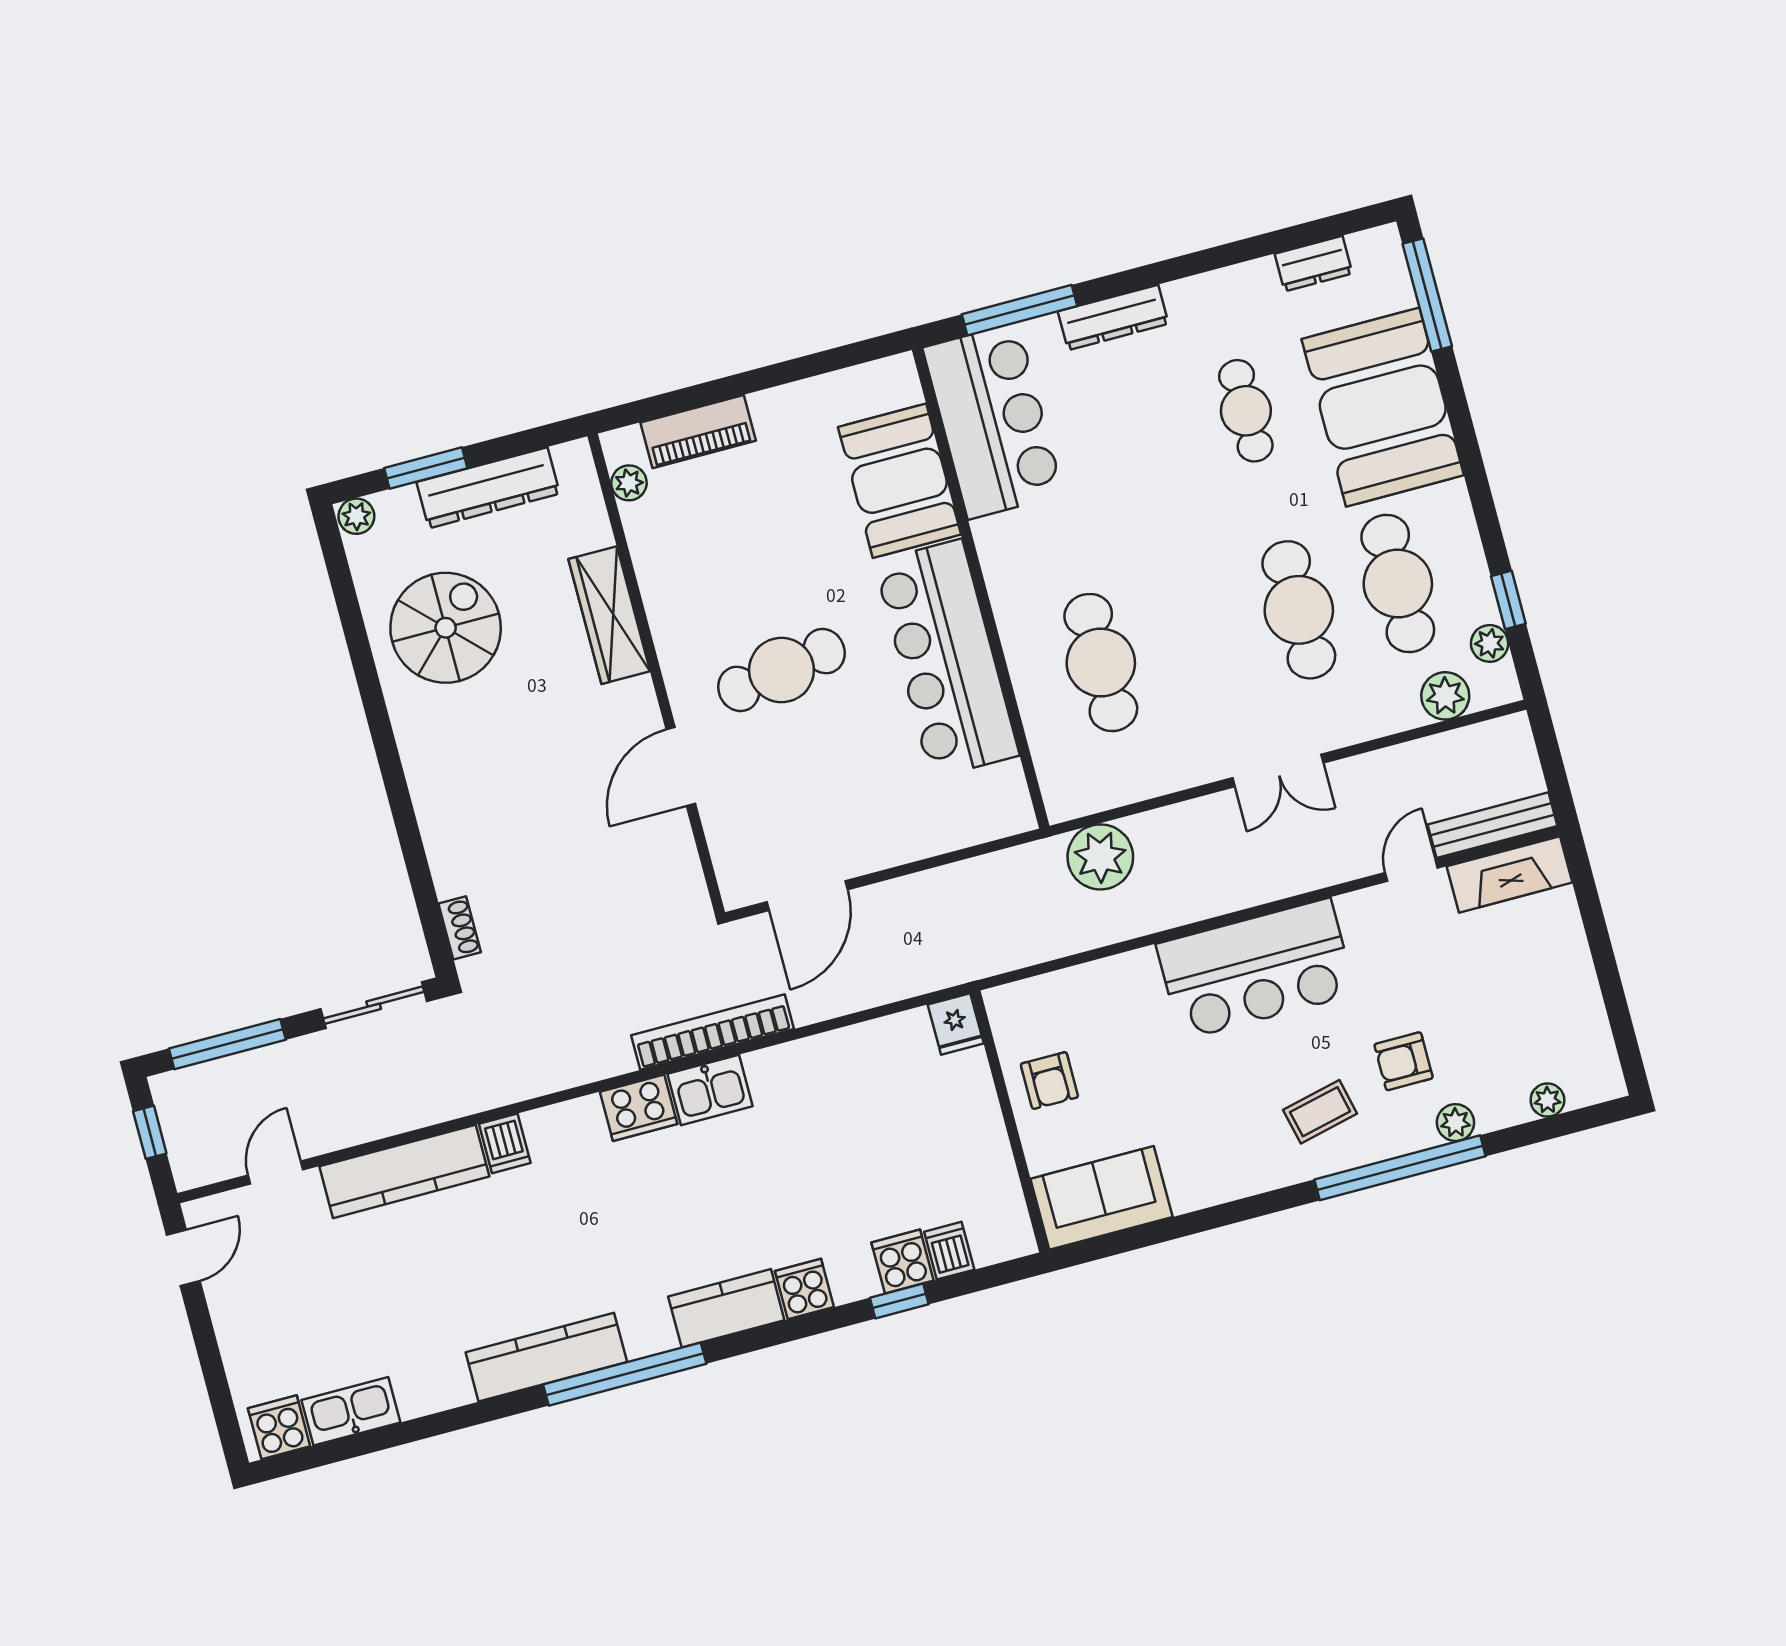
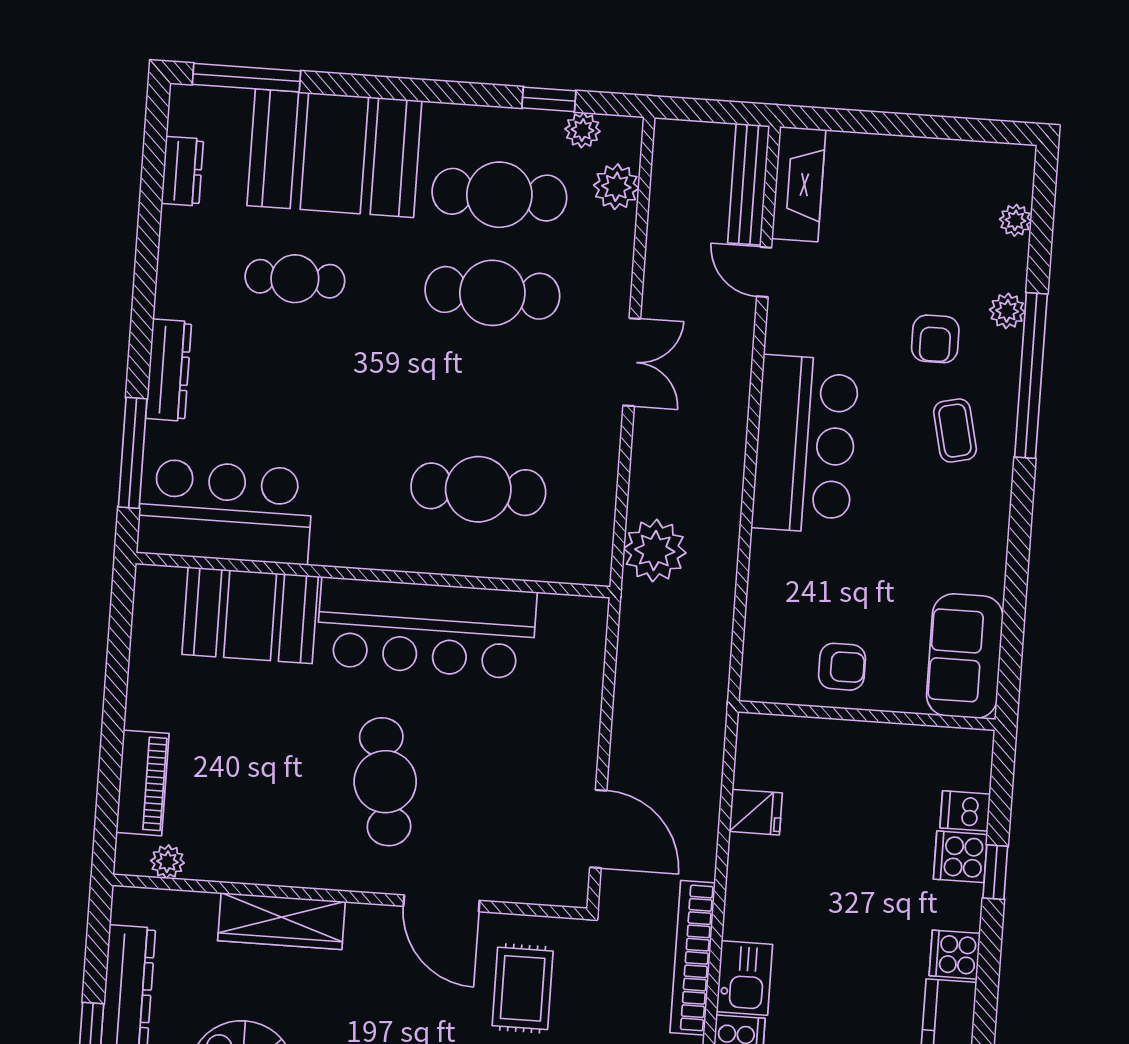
rug: (625, 875) -> (523, 988), added
fridge: (956, 1024) -> (756, 812), moved

